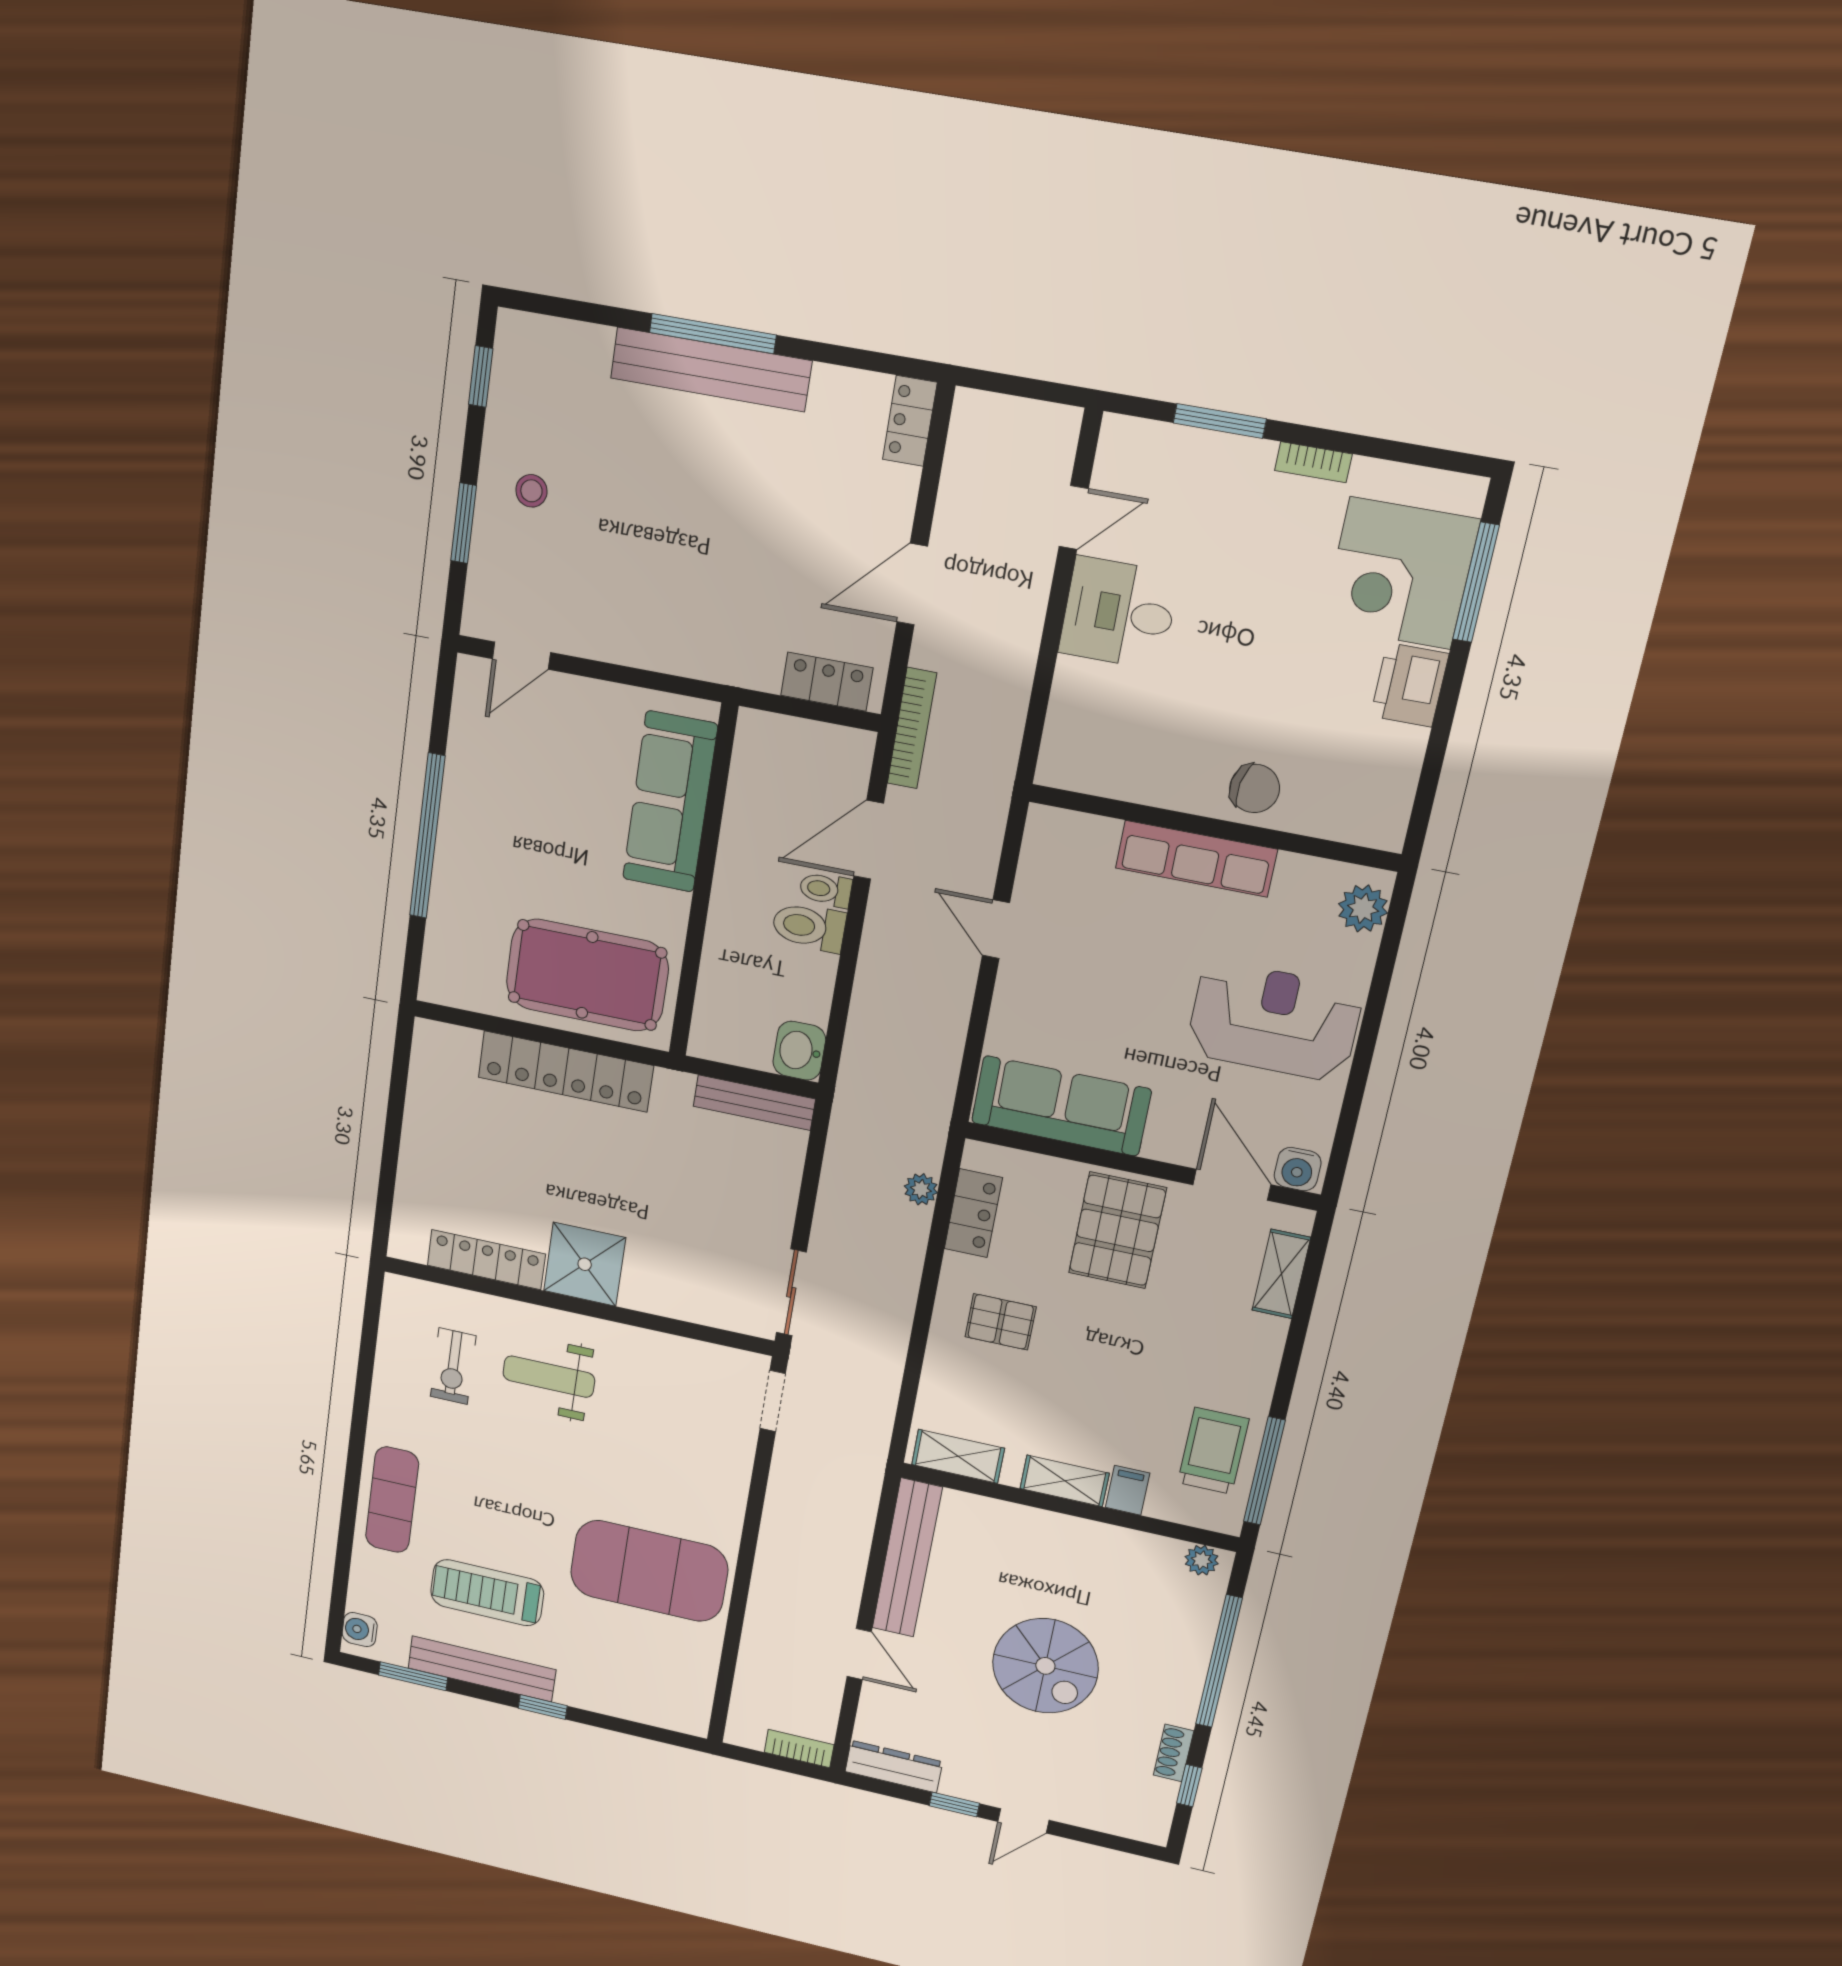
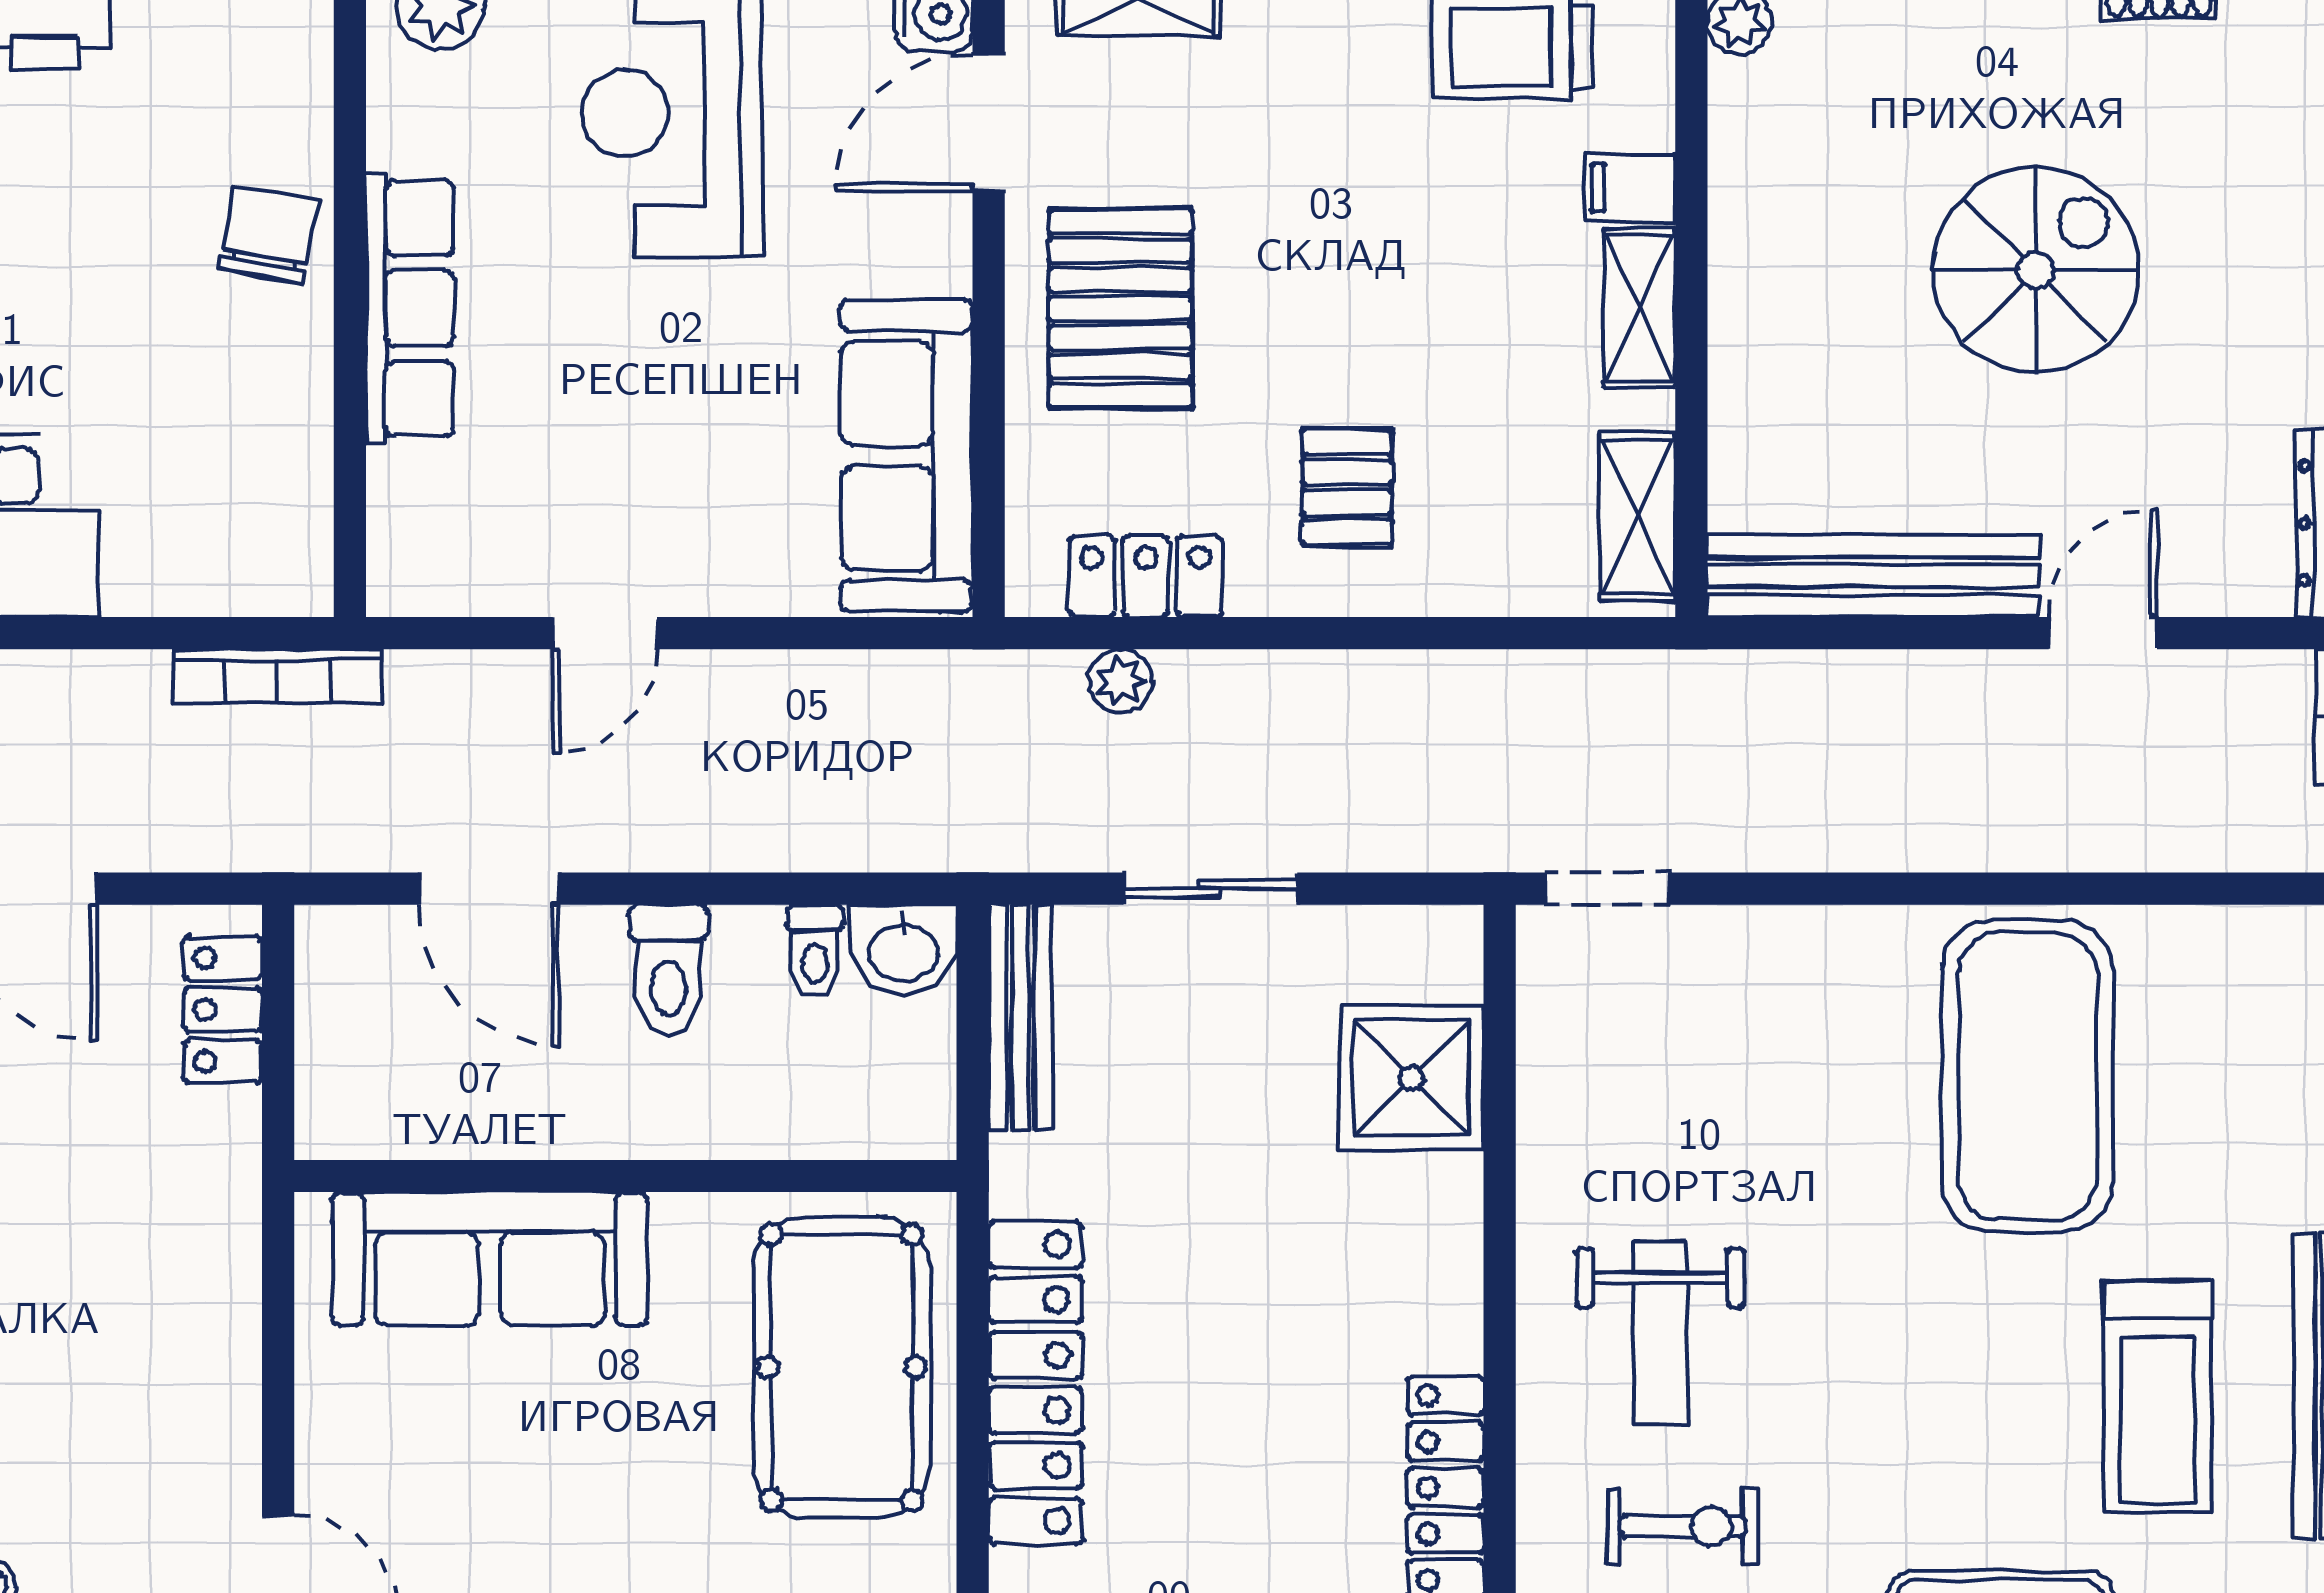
bookcase: (912, 728) -> (278, 676), moved, turned 180
toilet: (826, 890) -> (815, 951), moved
pallet: (1117, 1230) -> (1120, 308), turned 90
shower: (585, 1264) -> (1411, 1078), moved
sliding door: (791, 1292) -> (1210, 889), moved

